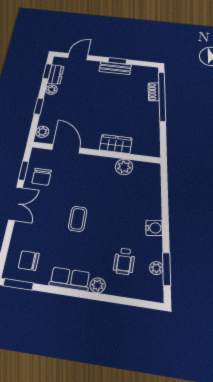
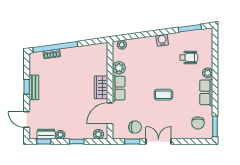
wardrobe: (116, 144) -> (101, 87), moved
row of seats: (97, 163) -> (119, 88), added
plant: (156, 268) -> (122, 45), moved

